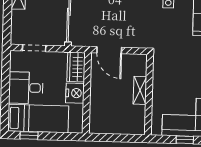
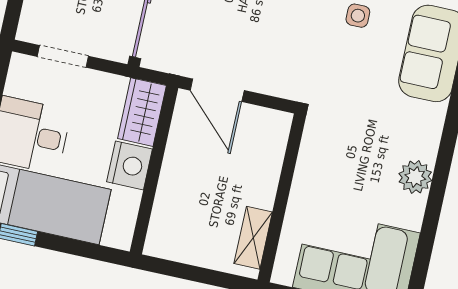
shelving: (140, 90) -> (253, 238), moved

